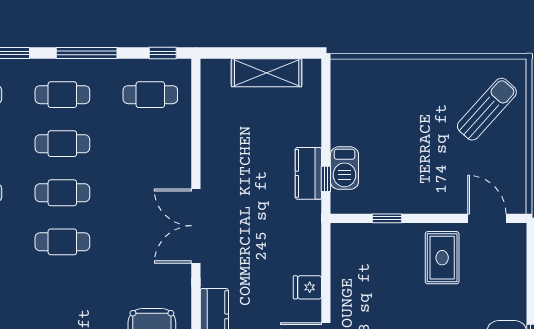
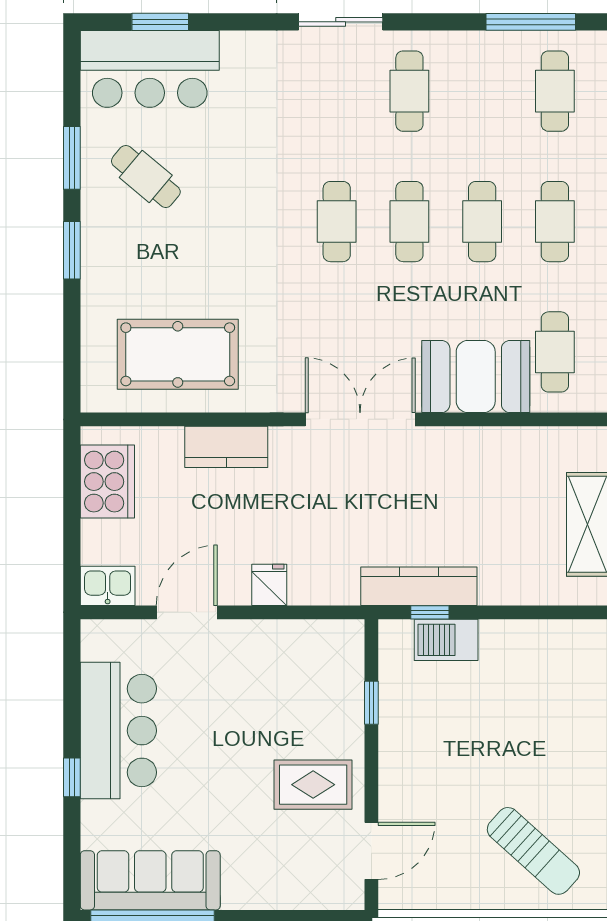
booth: (167, 148) -> (476, 377), added
kitchen counter: (308, 173) -> (419, 586), width x1.50

